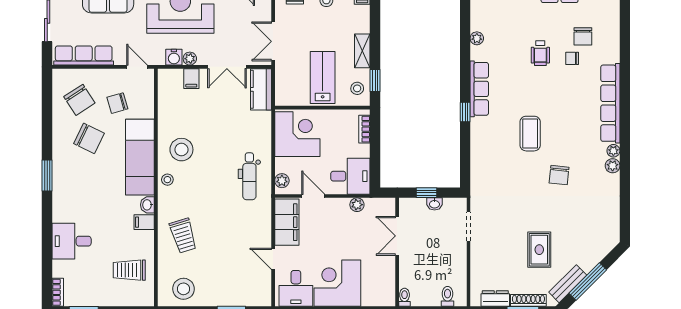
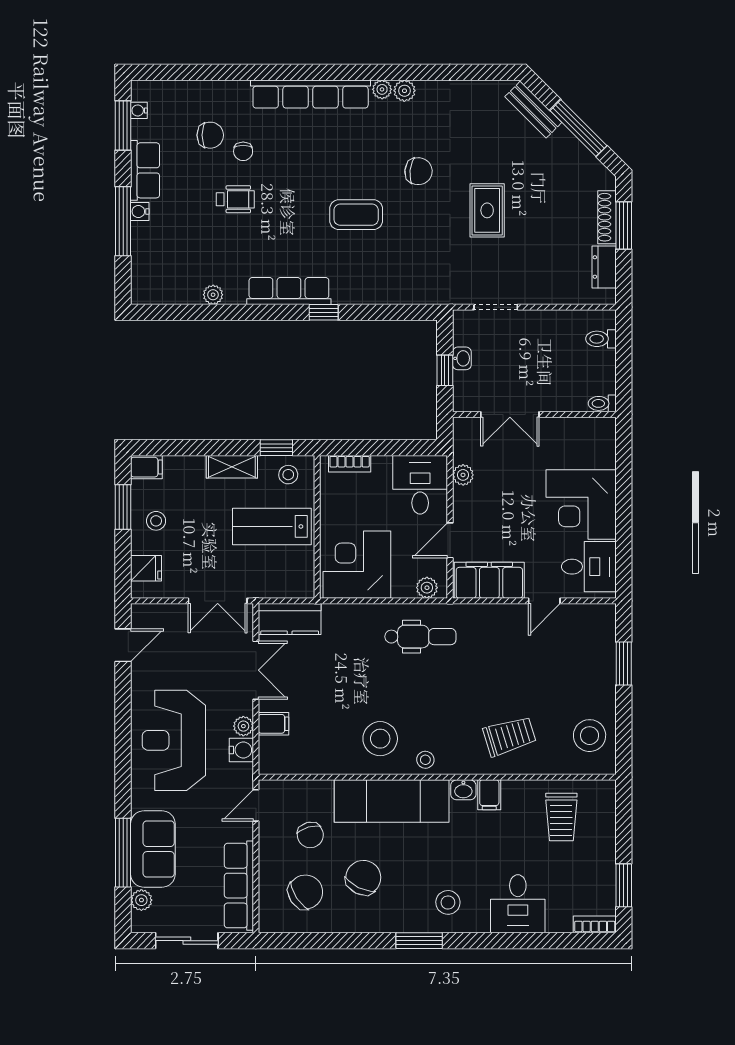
stool: (72, 195) -> (448, 902), added
rug: (539, 250) -> (487, 210), moved, turned 90
bench: (568, 284) -> (533, 110), moved

